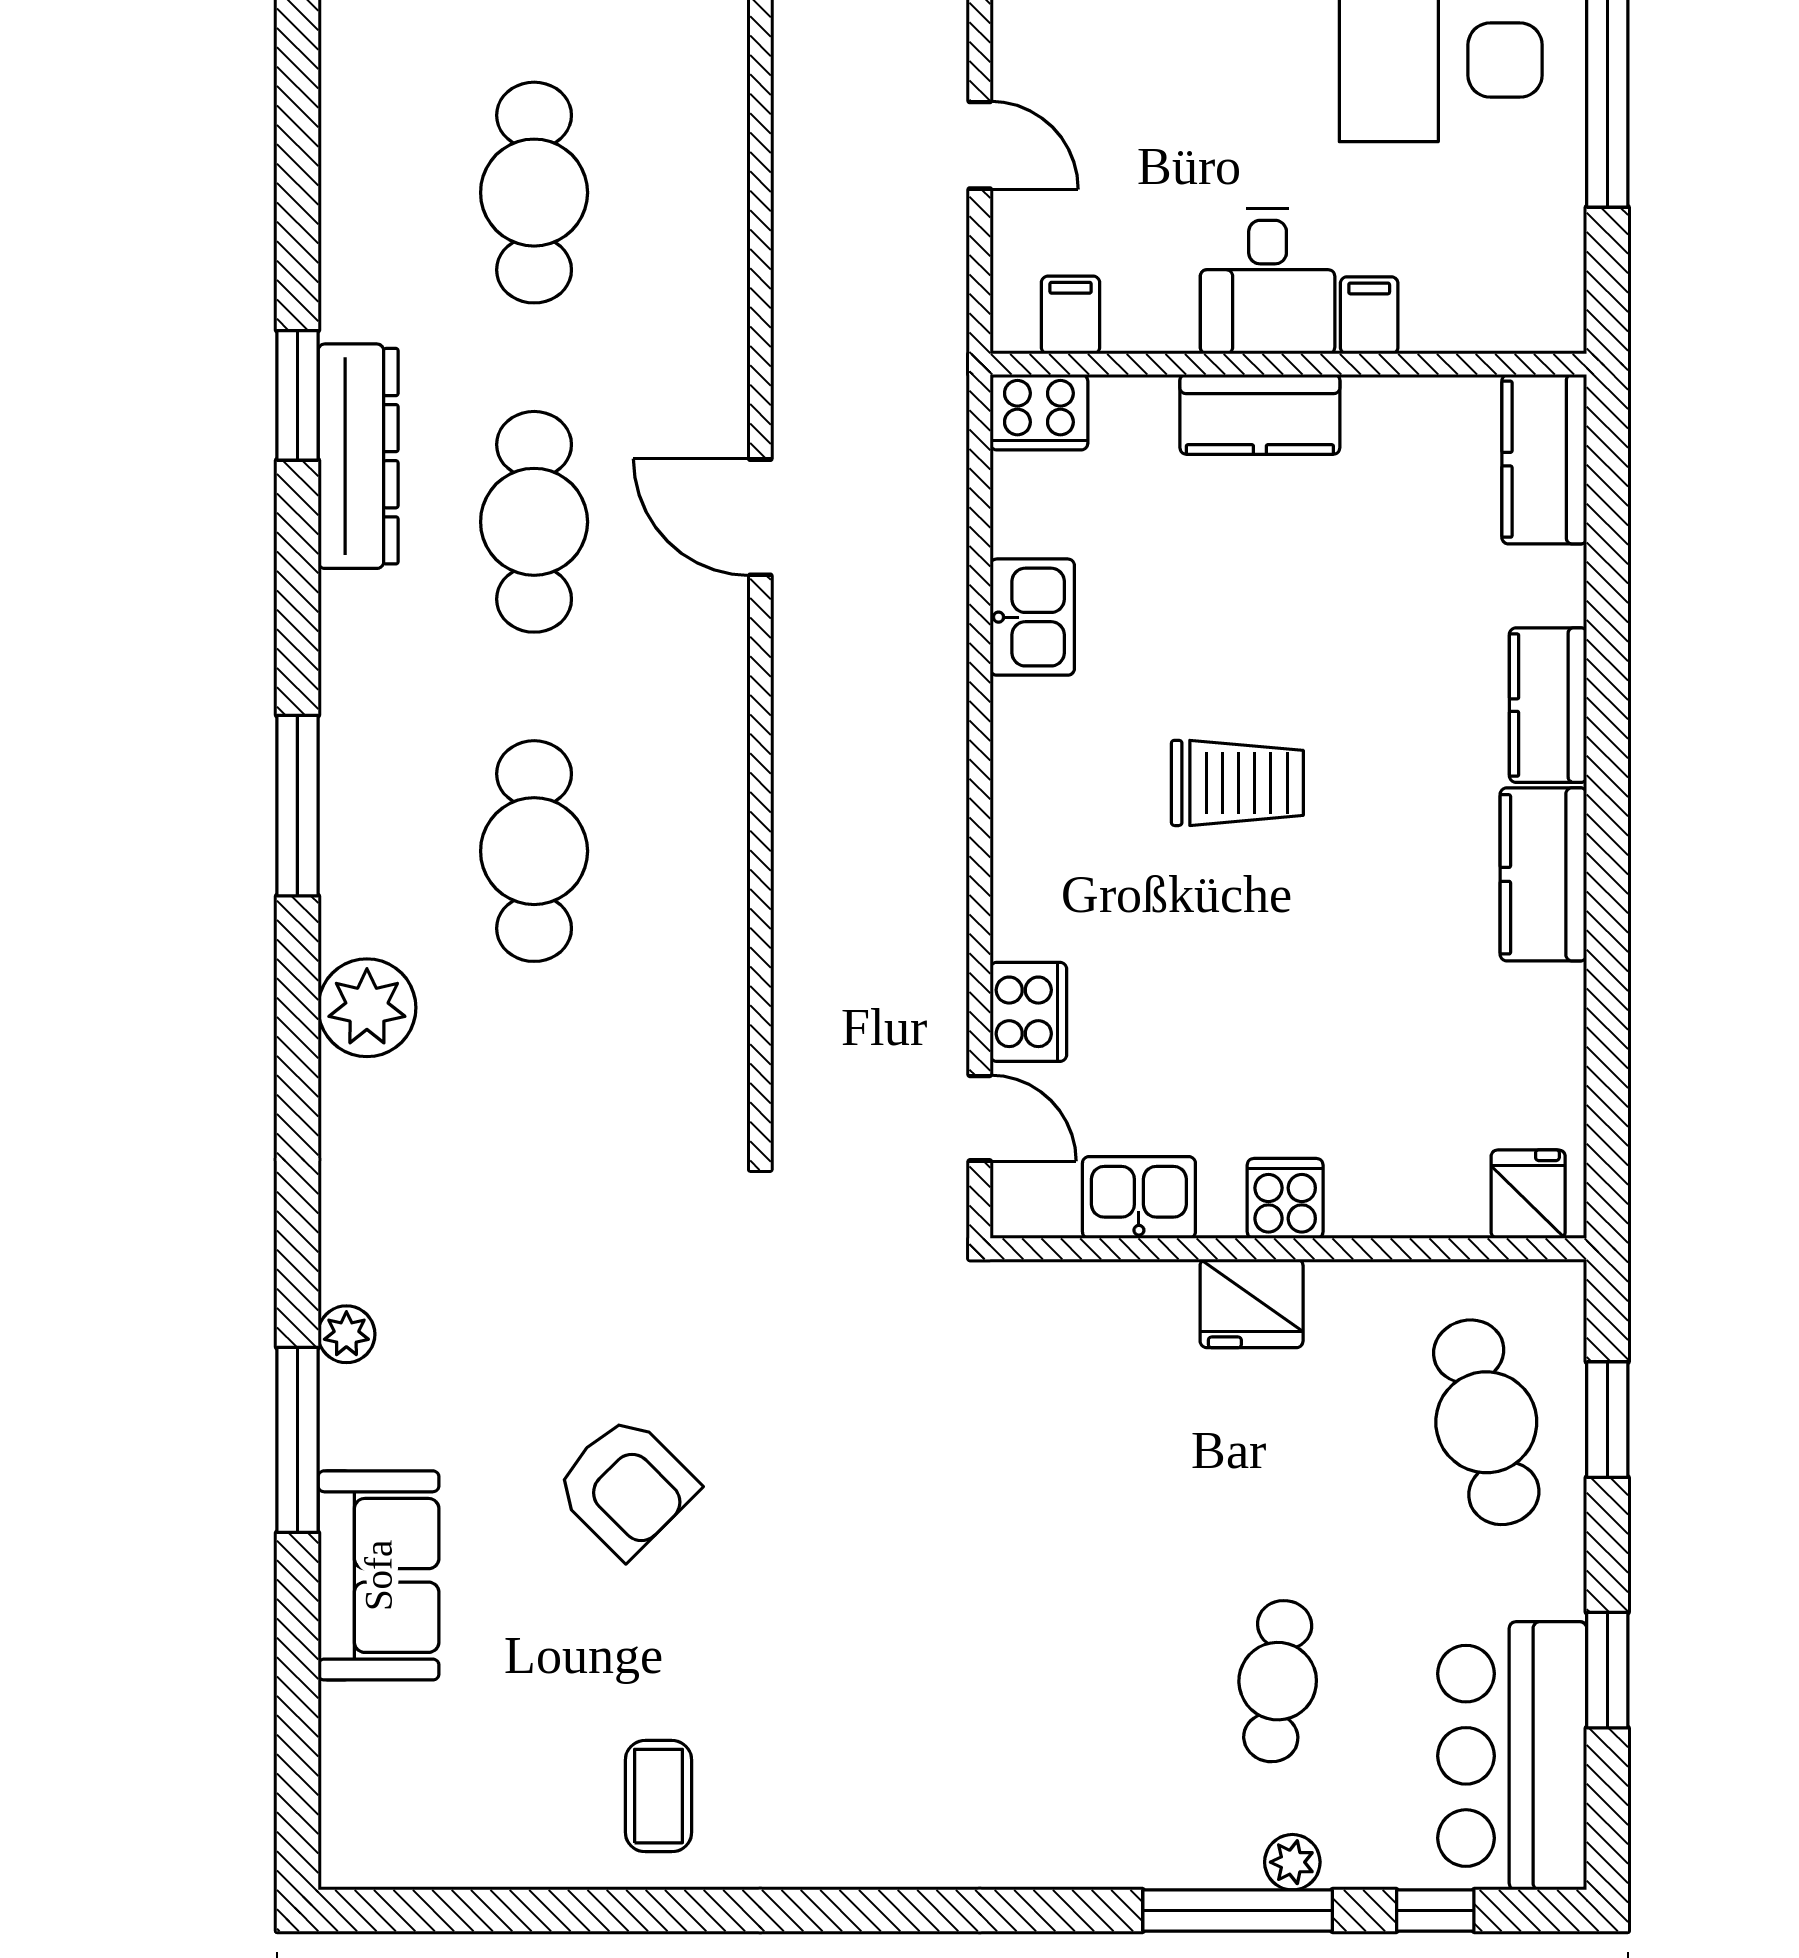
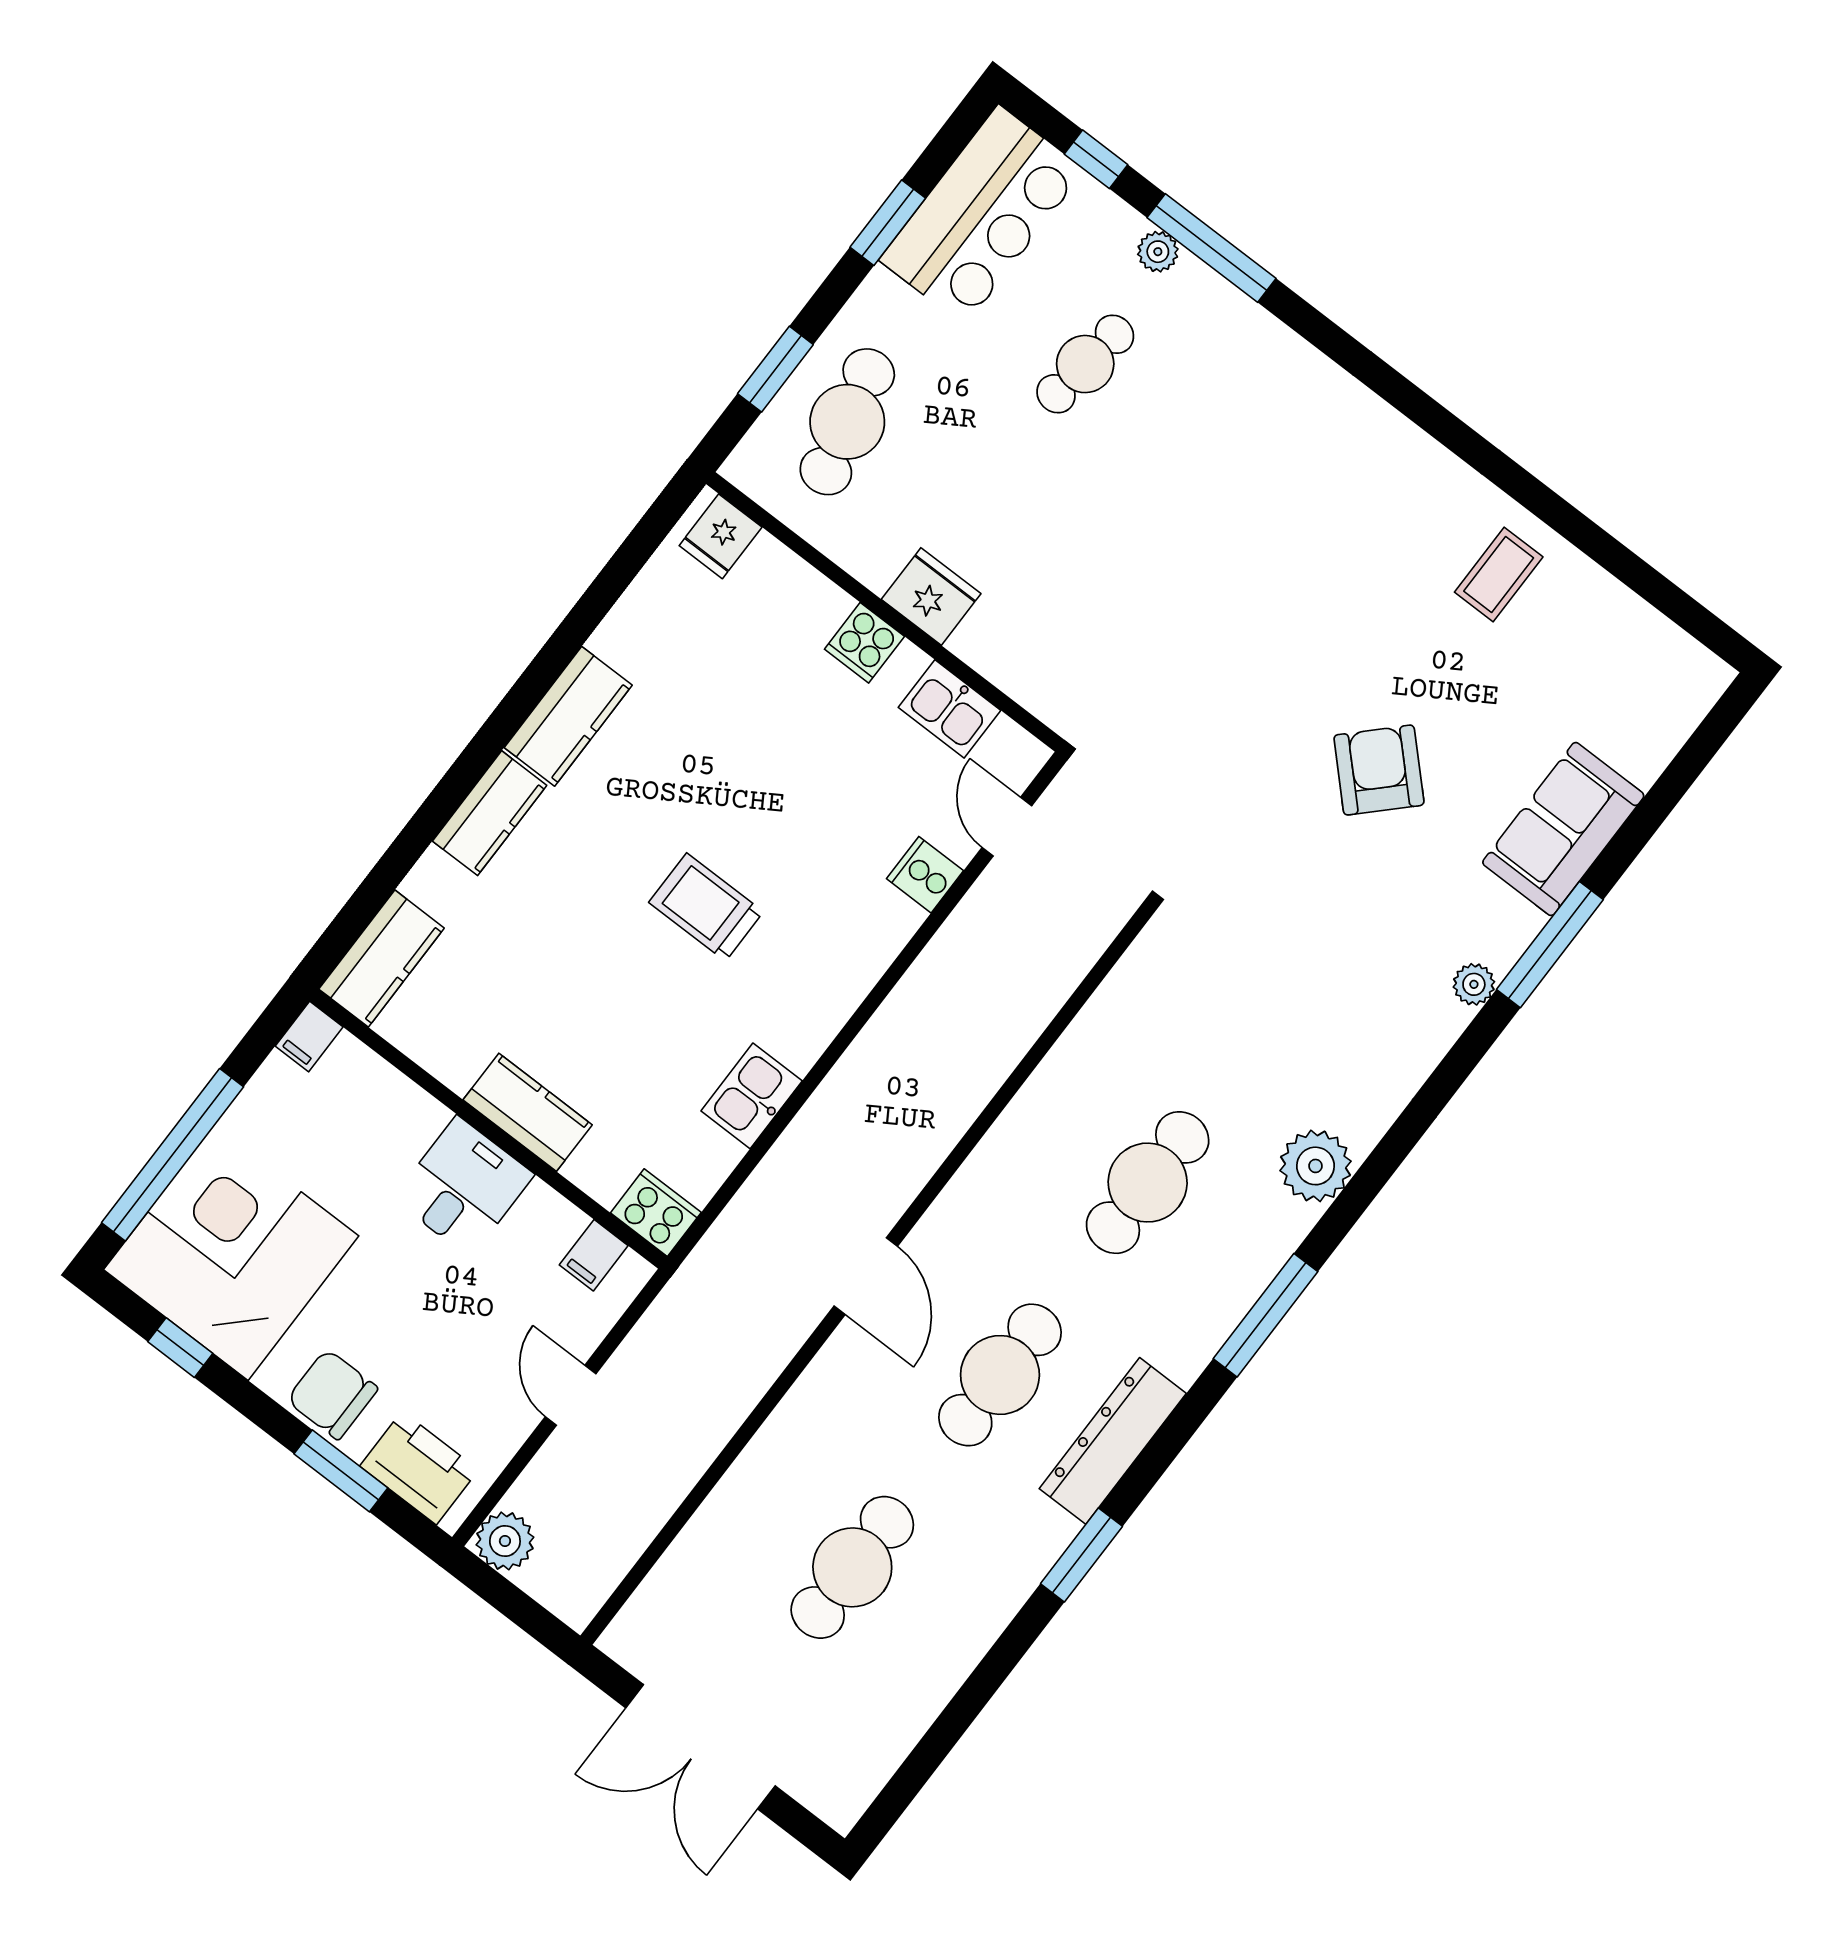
filing cabinet: (1369, 315) -> (309, 1037), moved
dresser: (358, 456) -> (1113, 1441), moved
cooker: (1028, 1012) -> (925, 875), width x0.73

